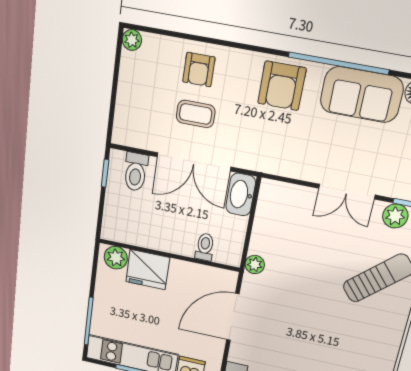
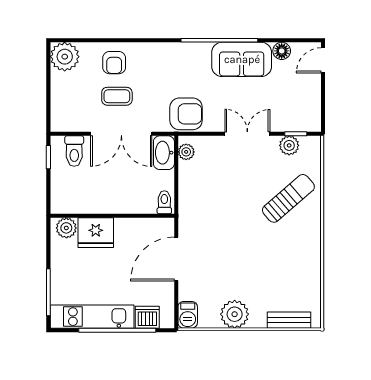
plant: (132, 40) -> (65, 57), width x1.87, depth x1.87
armchair: (282, 86) -> (186, 114), moved, turned -90
double door: (347, 192) -> (247, 134), swing flipped
toilet: (205, 247) -> (164, 202), moved
plant: (255, 265) -> (186, 152), moved

